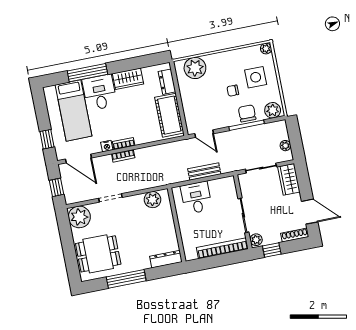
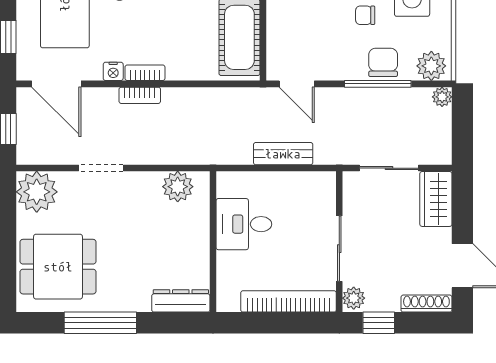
plant: (285, 146) -> (442, 97), moved
desk: (196, 198) -> (244, 224), moved, turned -90

